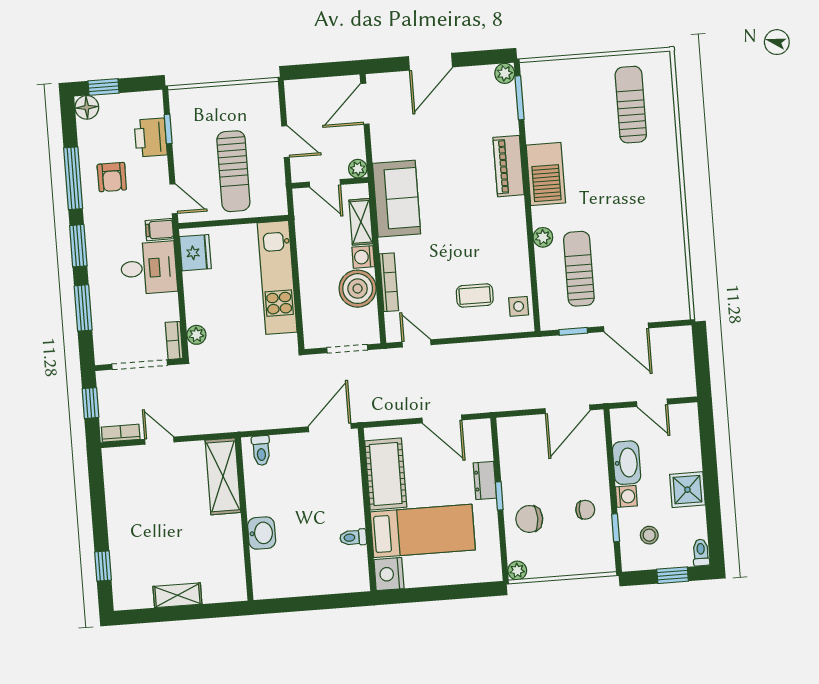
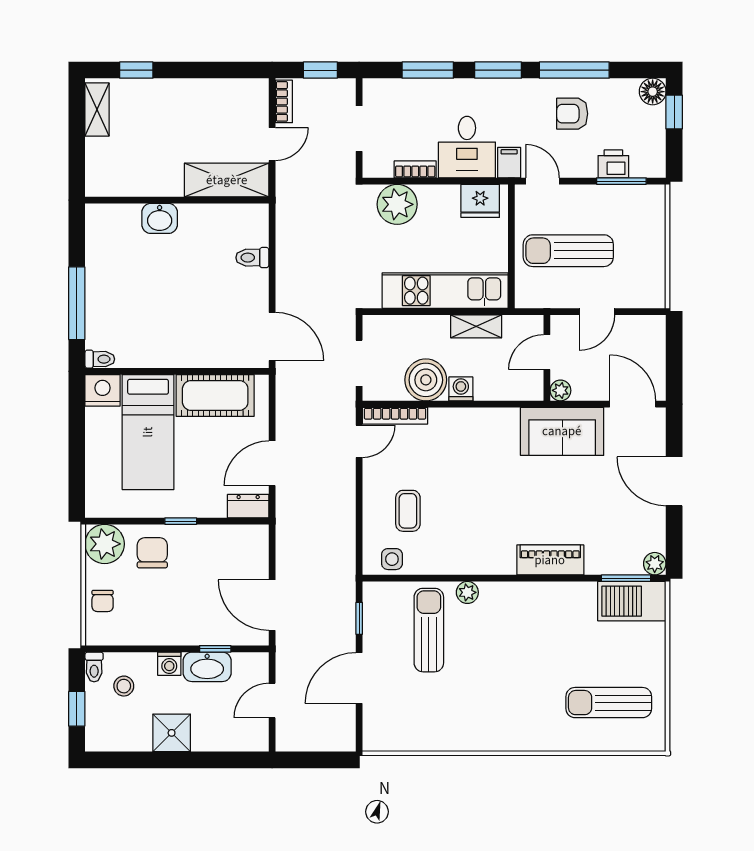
sun lounger: (631, 105) -> (609, 703), turned 180
window: (168, 129) -> (621, 181), width x1.50
printer: (151, 137) -> (613, 164), width x0.73, depth x0.81
barbecue: (546, 174) -> (632, 601), moved
door: (174, 199) -> (542, 181), swing flipped
sofa: (397, 199) -> (562, 431), moved
shelving: (361, 222) -> (476, 326), moved
sun lounger: (579, 269) -> (429, 630), turned -90
bookcase: (389, 282) -> (395, 416), moved
plant: (196, 335) -> (397, 204), width x1.87, depth x1.87
bookcase: (174, 340) -> (415, 169), moved
doorway: (140, 365) -> (359, 129), width x0.73
shelving: (223, 476) -> (227, 180), moved
dresser: (485, 480) -> (248, 506), moved
chair: (585, 510) -> (103, 601), moved
wall: (244, 519) -> (177, 200), moved
window: (616, 528) -> (215, 649), moved
washbasin: (262, 533) -> (160, 218), moved
toilet: (353, 537) -> (100, 359), moved, turned 90
toilet: (701, 552) -> (94, 667), moved, turned 90
plant: (517, 570) -> (105, 544), width x1.88, depth x1.88
shelving: (177, 595) -> (97, 110), moved
window: (313, 603) -> (77, 303), added

